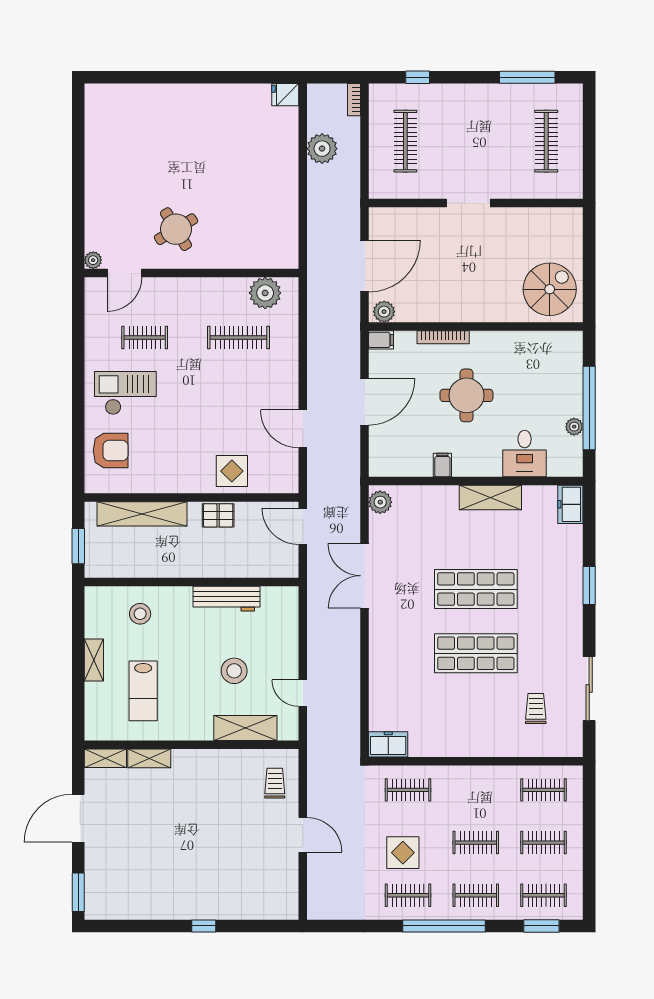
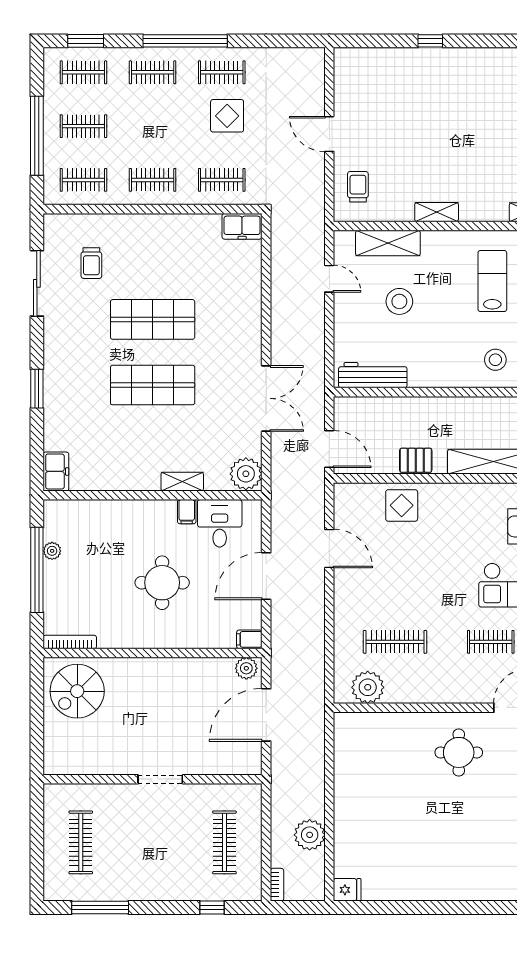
round table: (176, 229) -> (459, 752), turned 31
bookcase: (443, 337) -> (70, 642), moved
desk: (525, 454) -> (220, 523), moved
shelving: (490, 498) -> (182, 482), moved, width x0.67, depth x0.75
plant: (380, 502) -> (246, 474), width x1.36, depth x1.36
workbench: (226, 599) -> (373, 375), moved
shelving: (149, 758) -> (437, 212), moved
trolley: (275, 783) -> (358, 187), turned 180
window: (589, 833) -> (37, 136), added
clothes rail: (476, 843) -> (153, 180), moved

